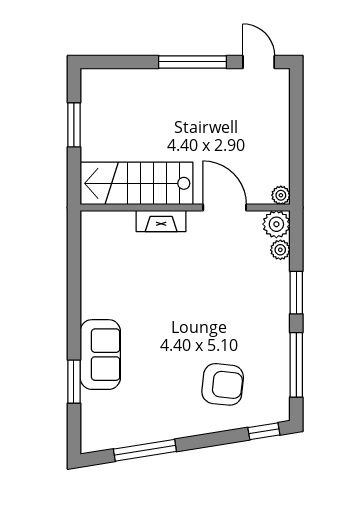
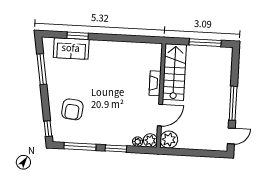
window: (74, 125) -> (205, 43), width x1.44
plant: (281, 195) -> (169, 140), width x1.88, depth x1.88
sofa: (100, 355) -> (71, 48), moved

